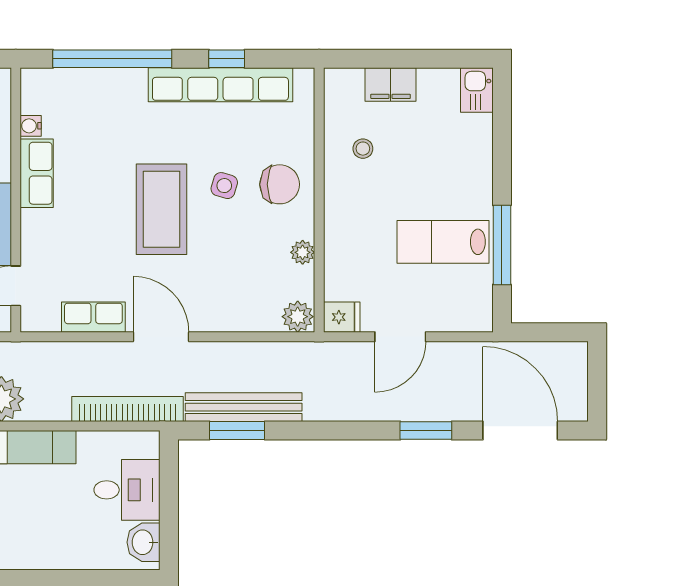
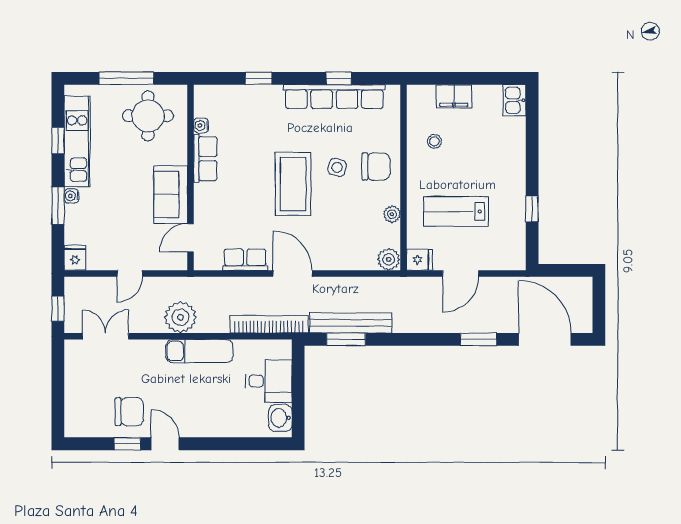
window: (112, 59) -> (258, 78), width x0.32
lab bench: (443, 242) -> (456, 211), moved
window: (502, 245) -> (532, 209), width x0.46

